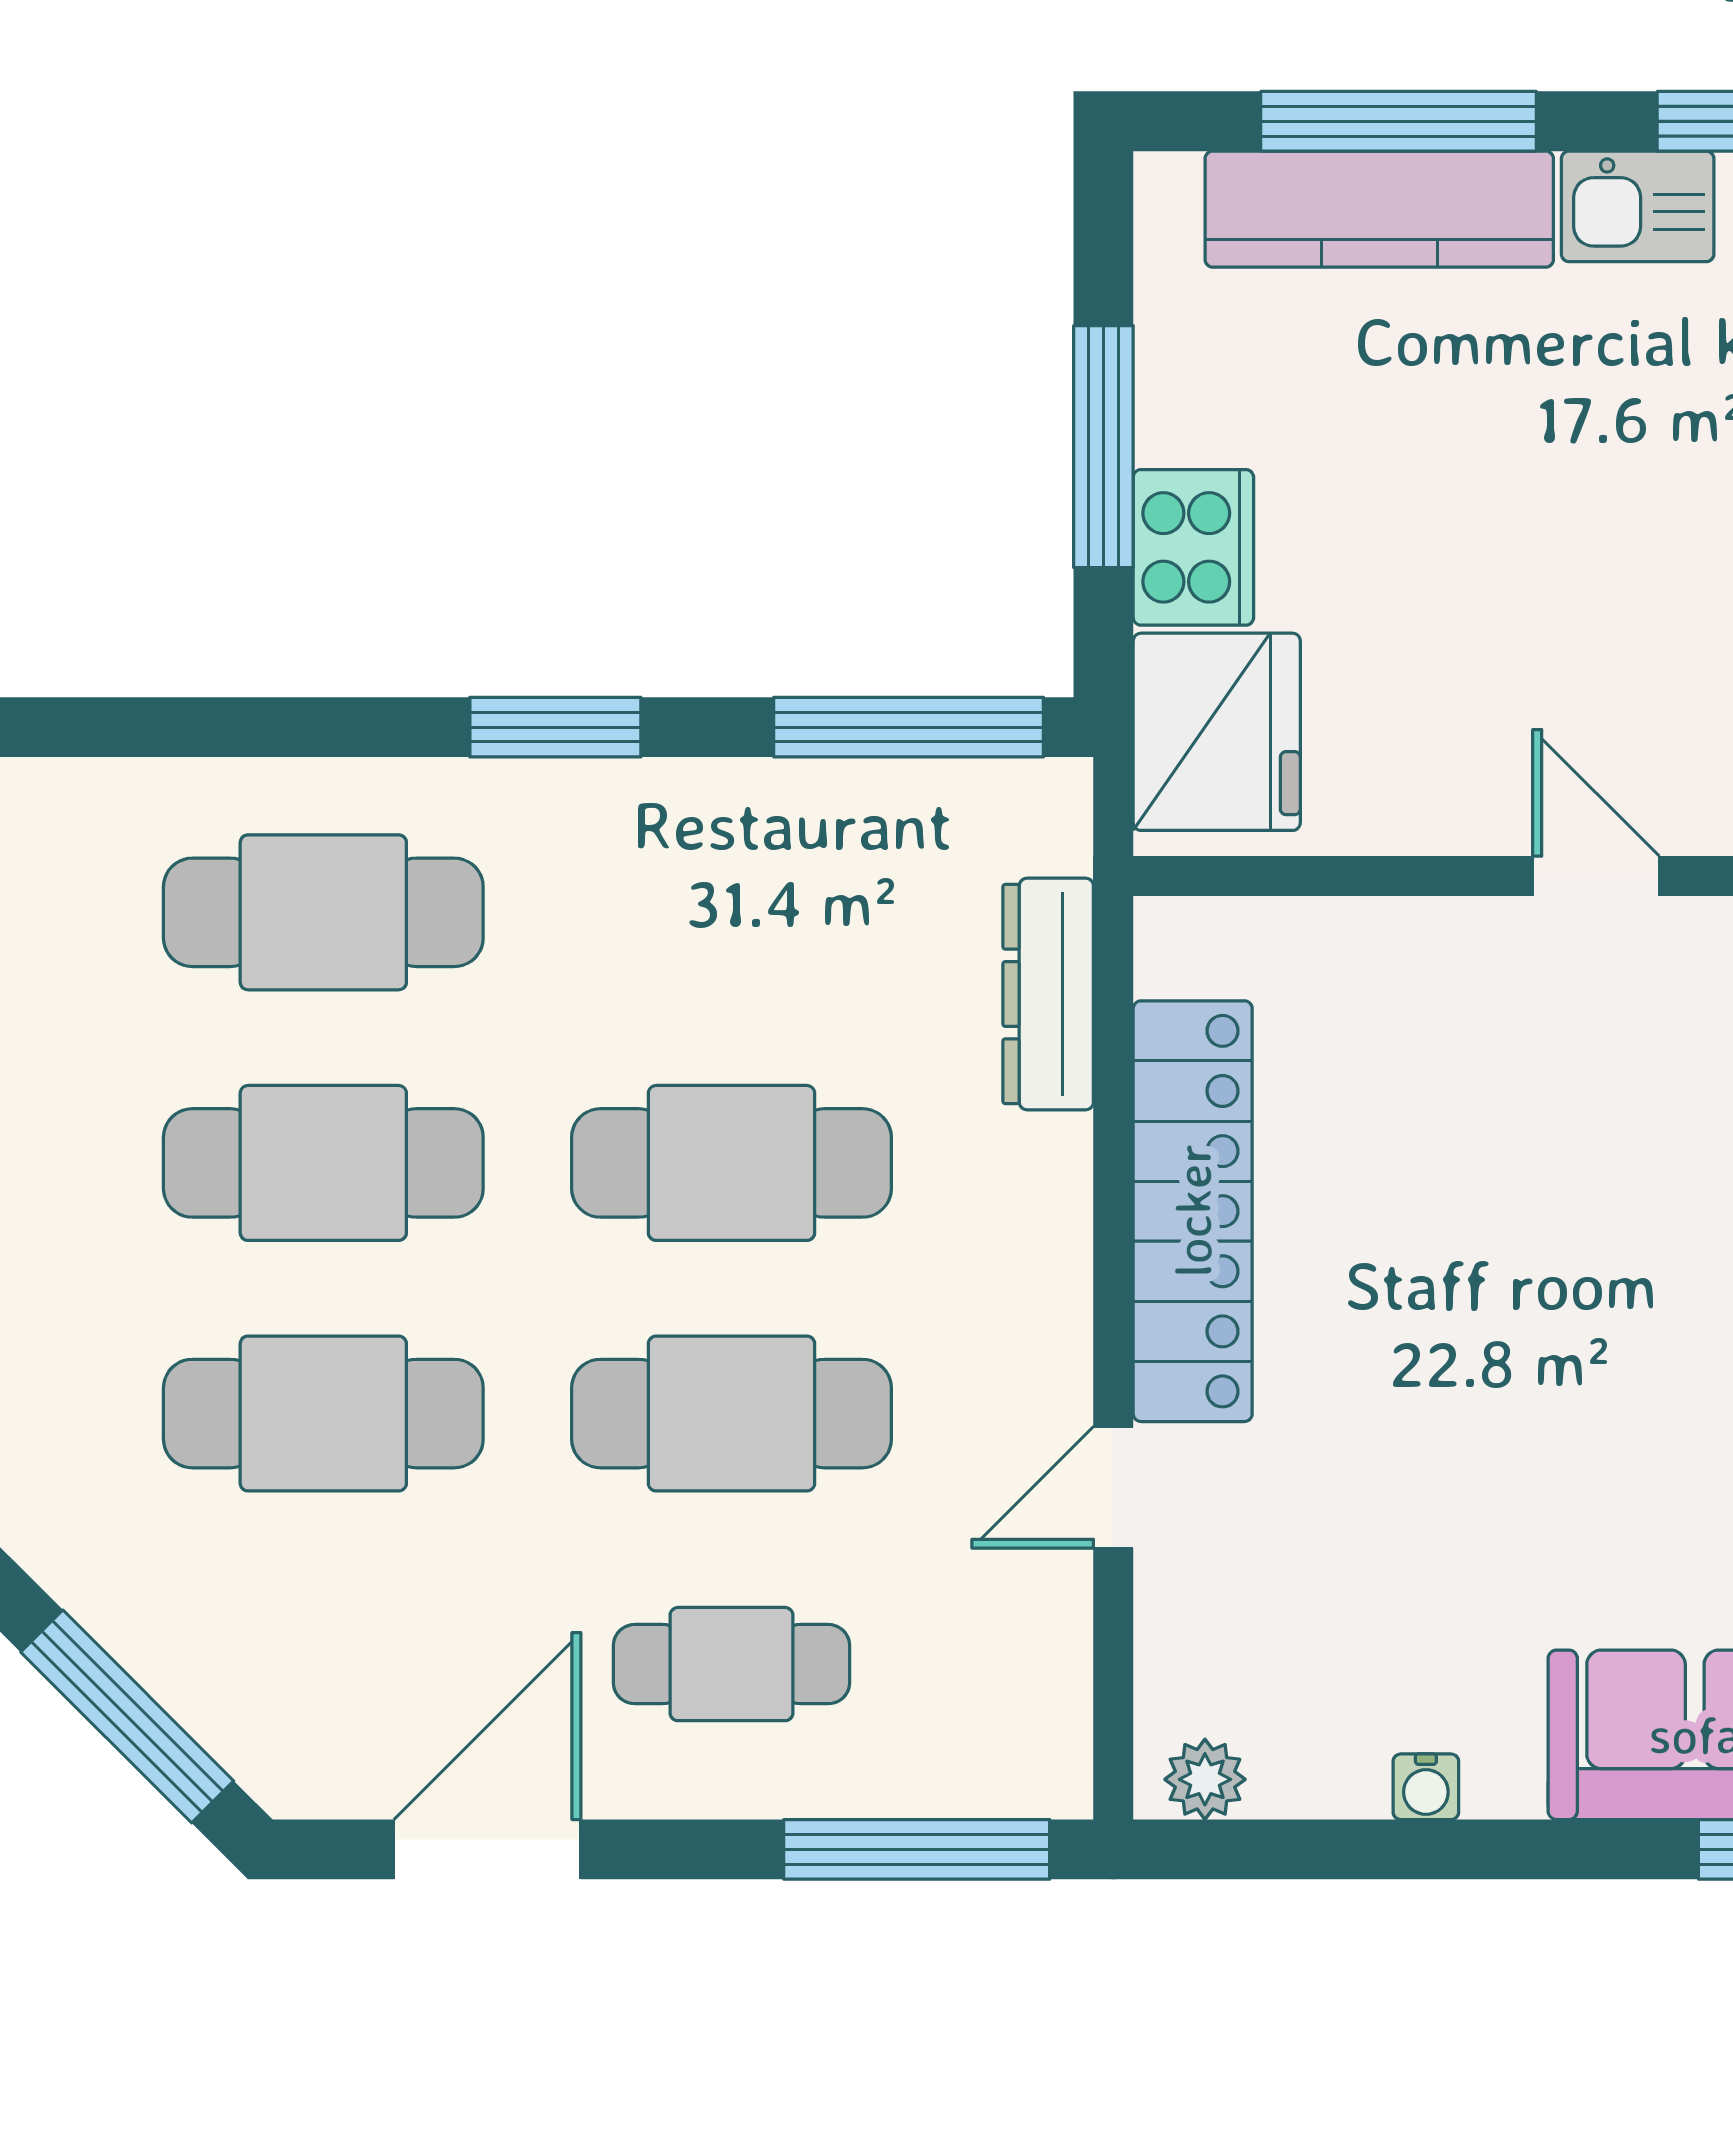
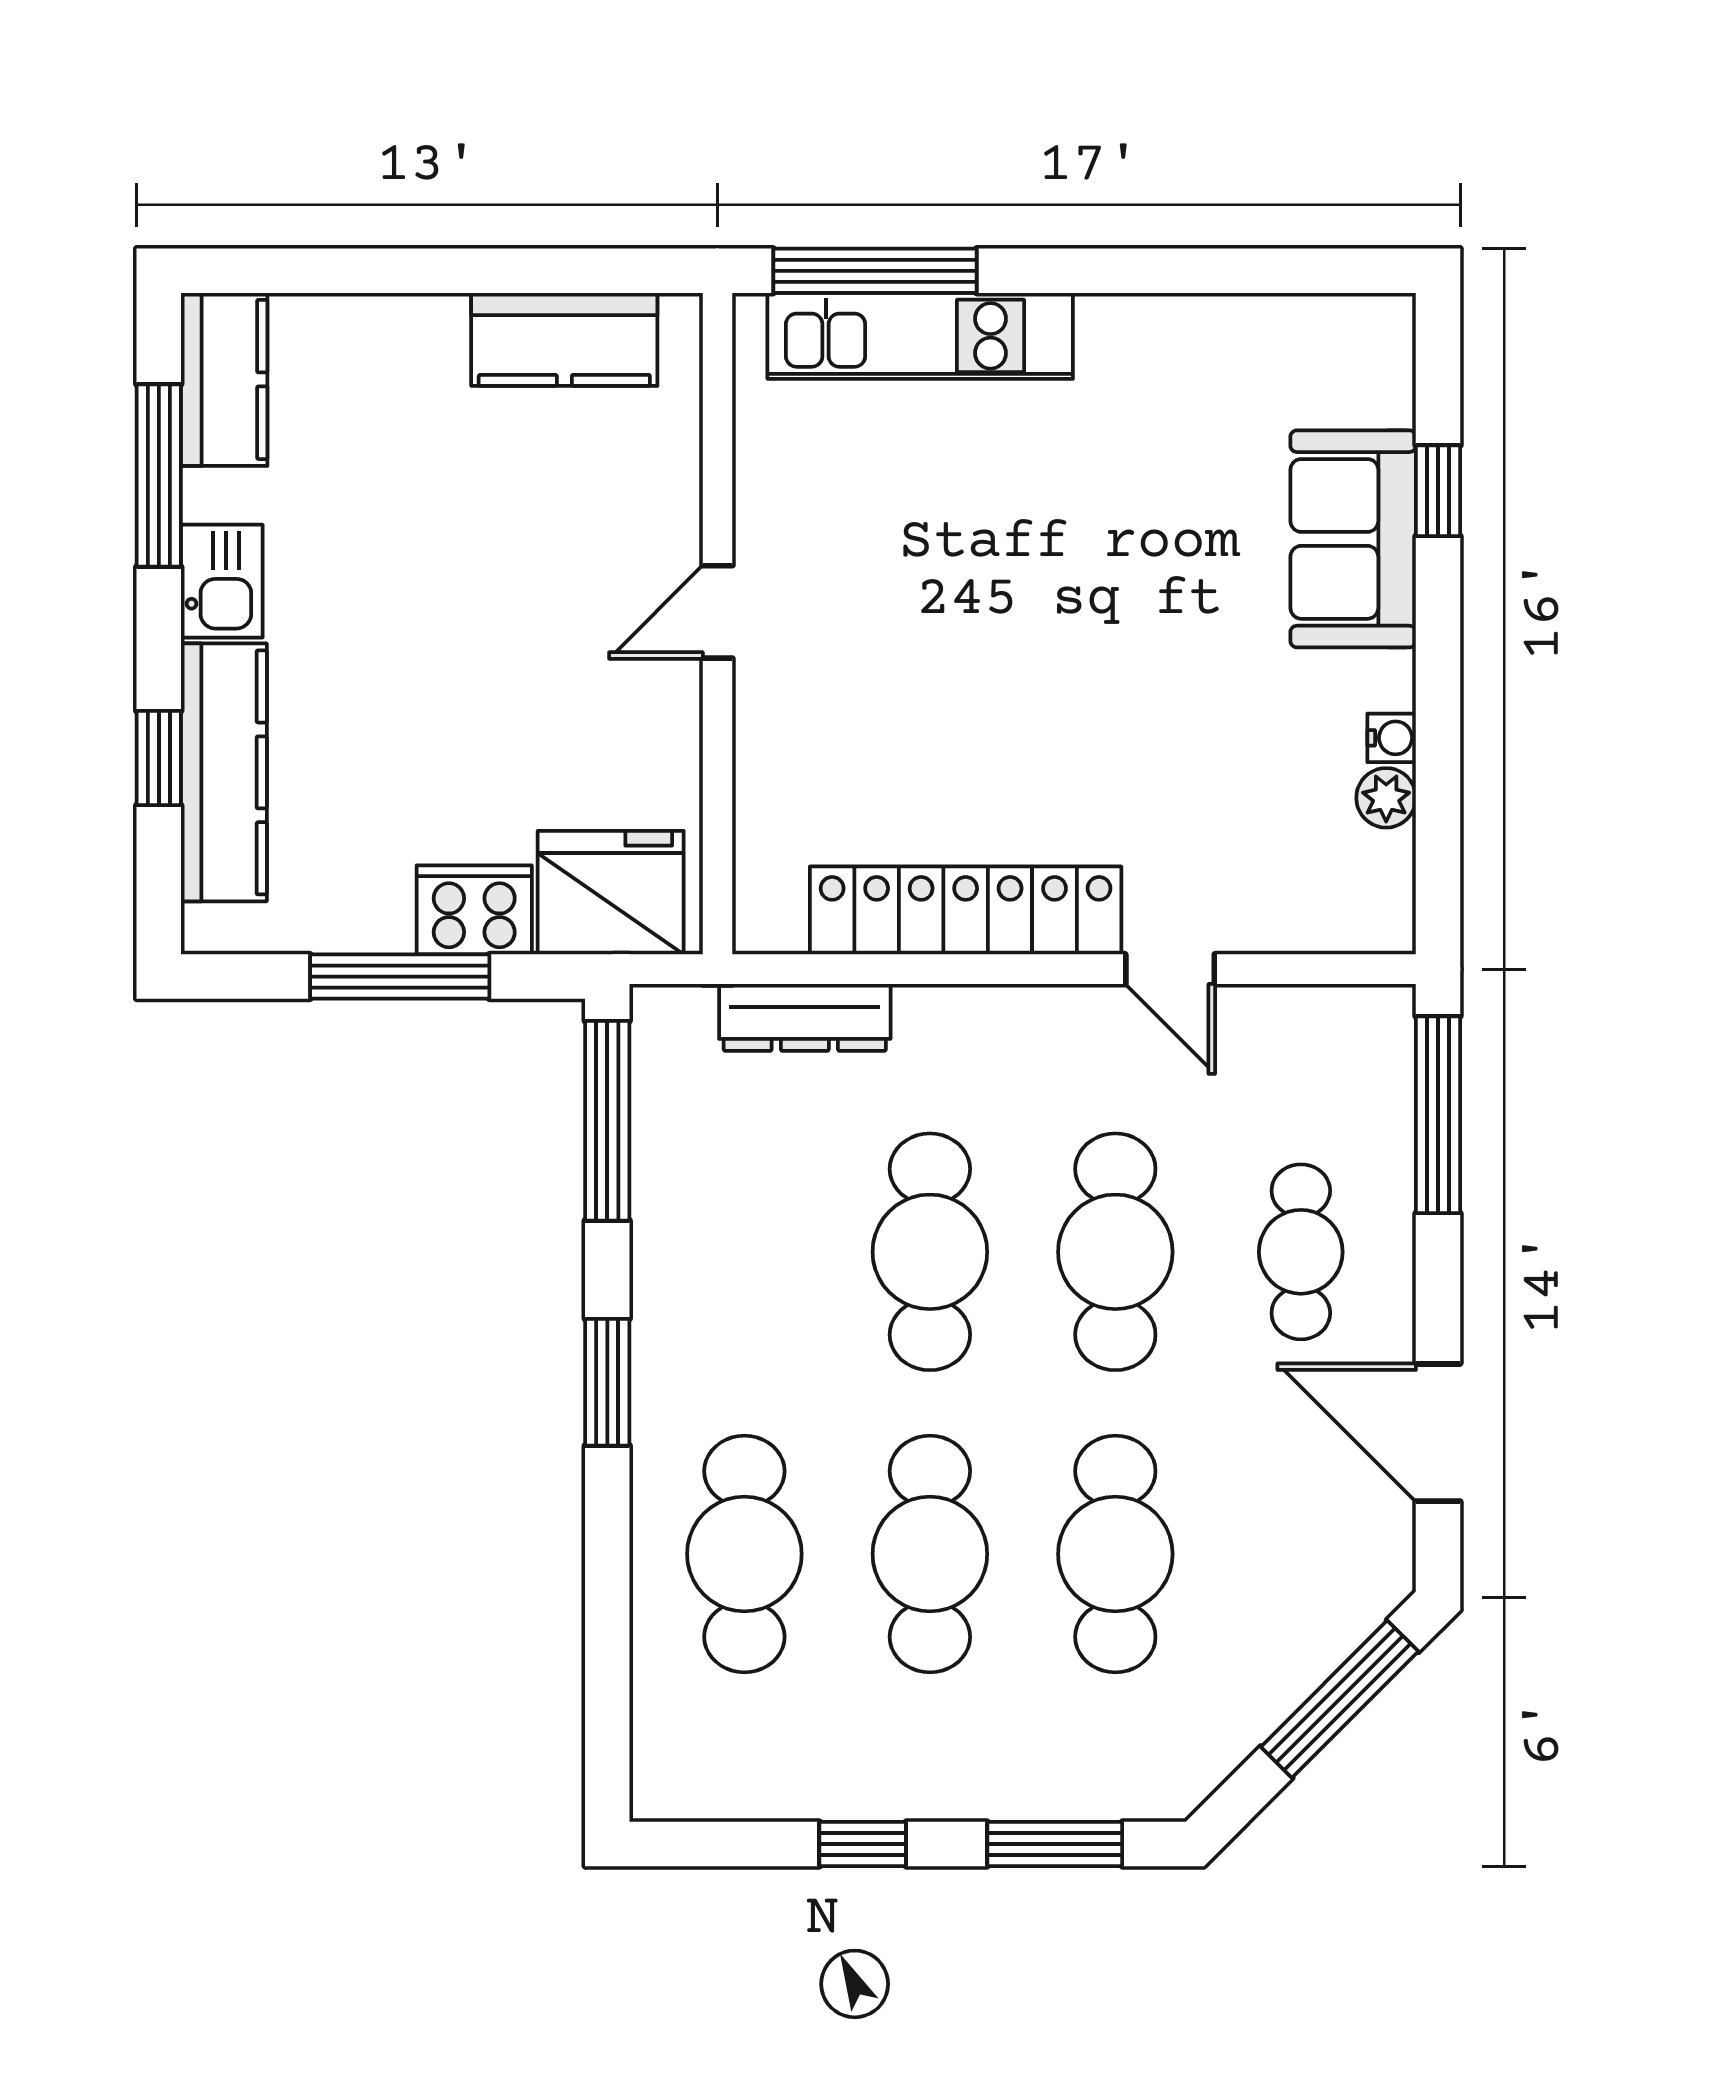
window: (1399, 121) -> (159, 758), width x0.46
plant: (1205, 1779) -> (1386, 798), moved

